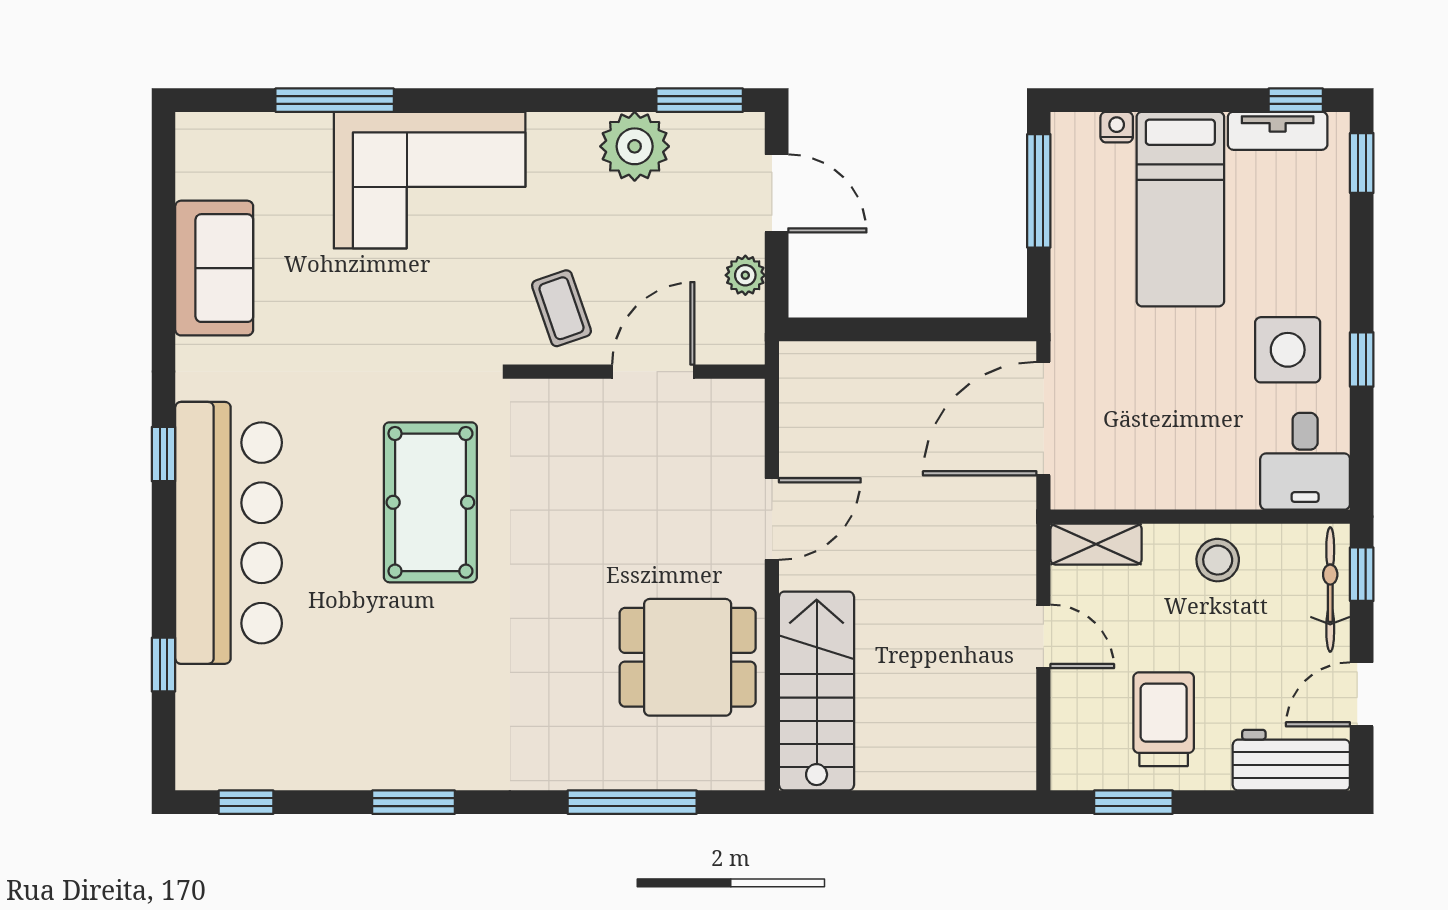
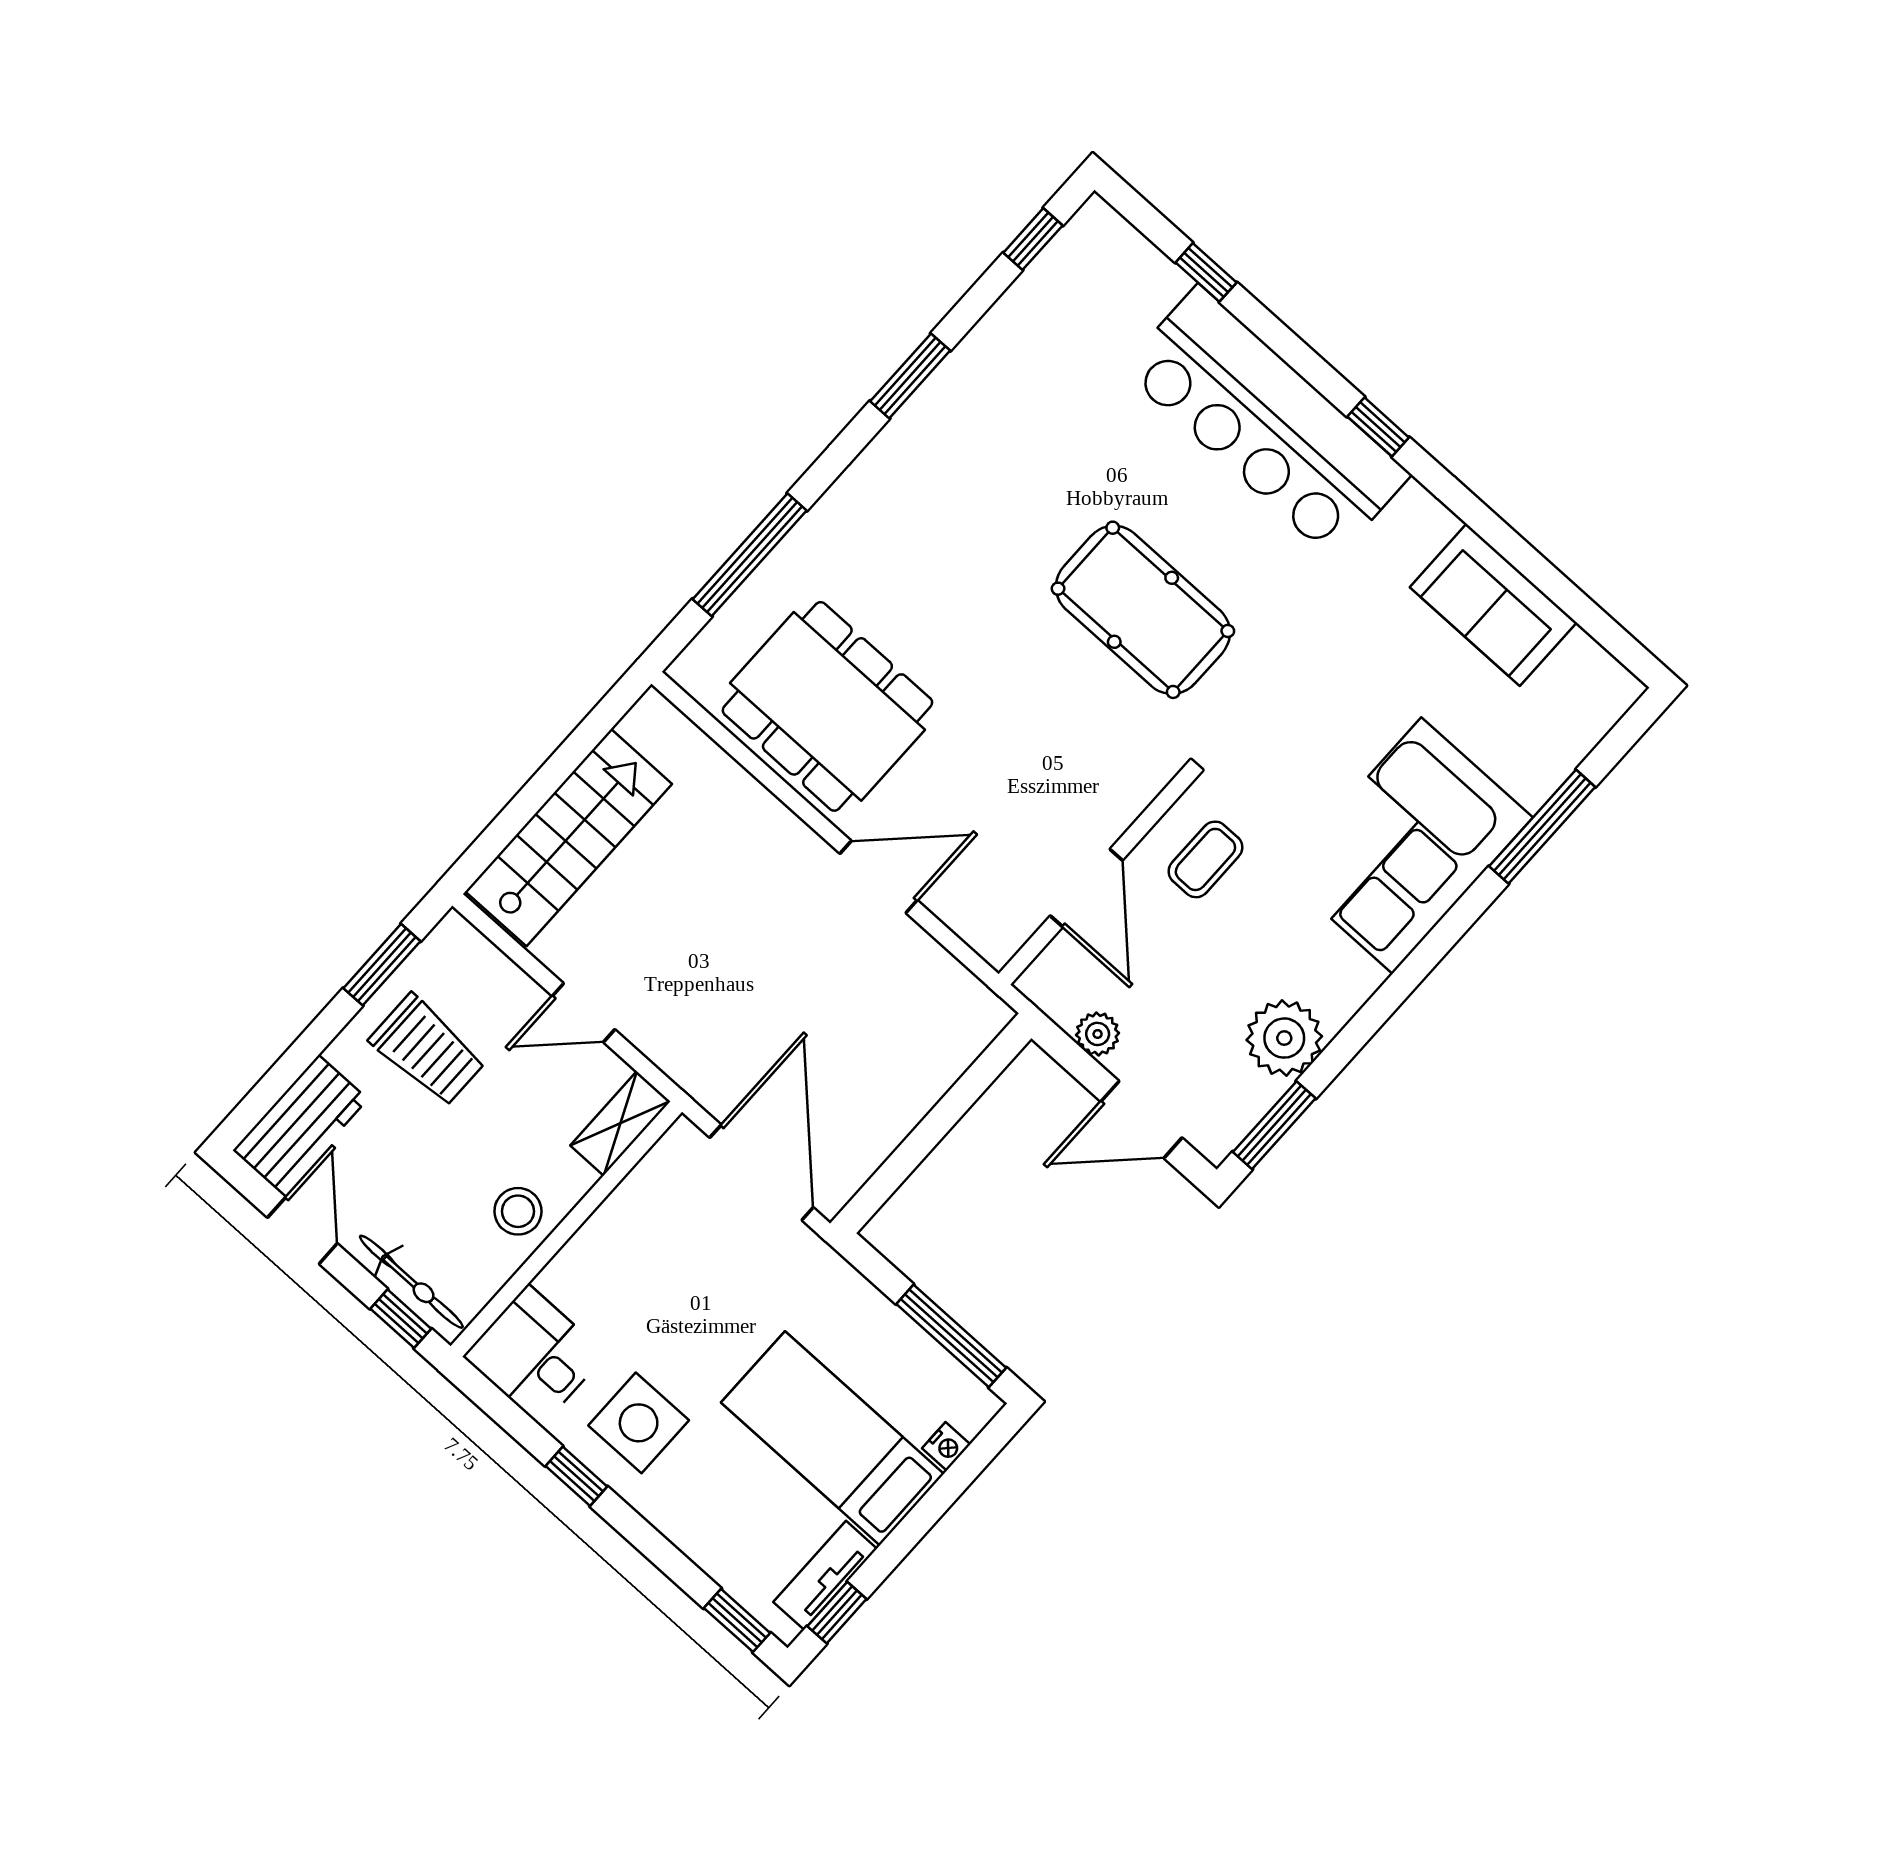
coffee table: (561, 308) -> (1205, 859), turned -71
door: (772, 519) -> (879, 877), swing flipped
dining table: (688, 657) -> (827, 706), width x1.38
stairs: (817, 691) -> (569, 838), moved, turned -90

